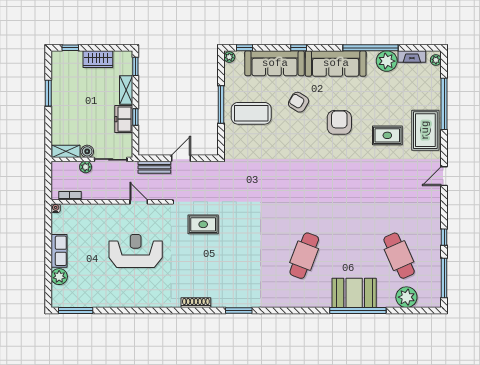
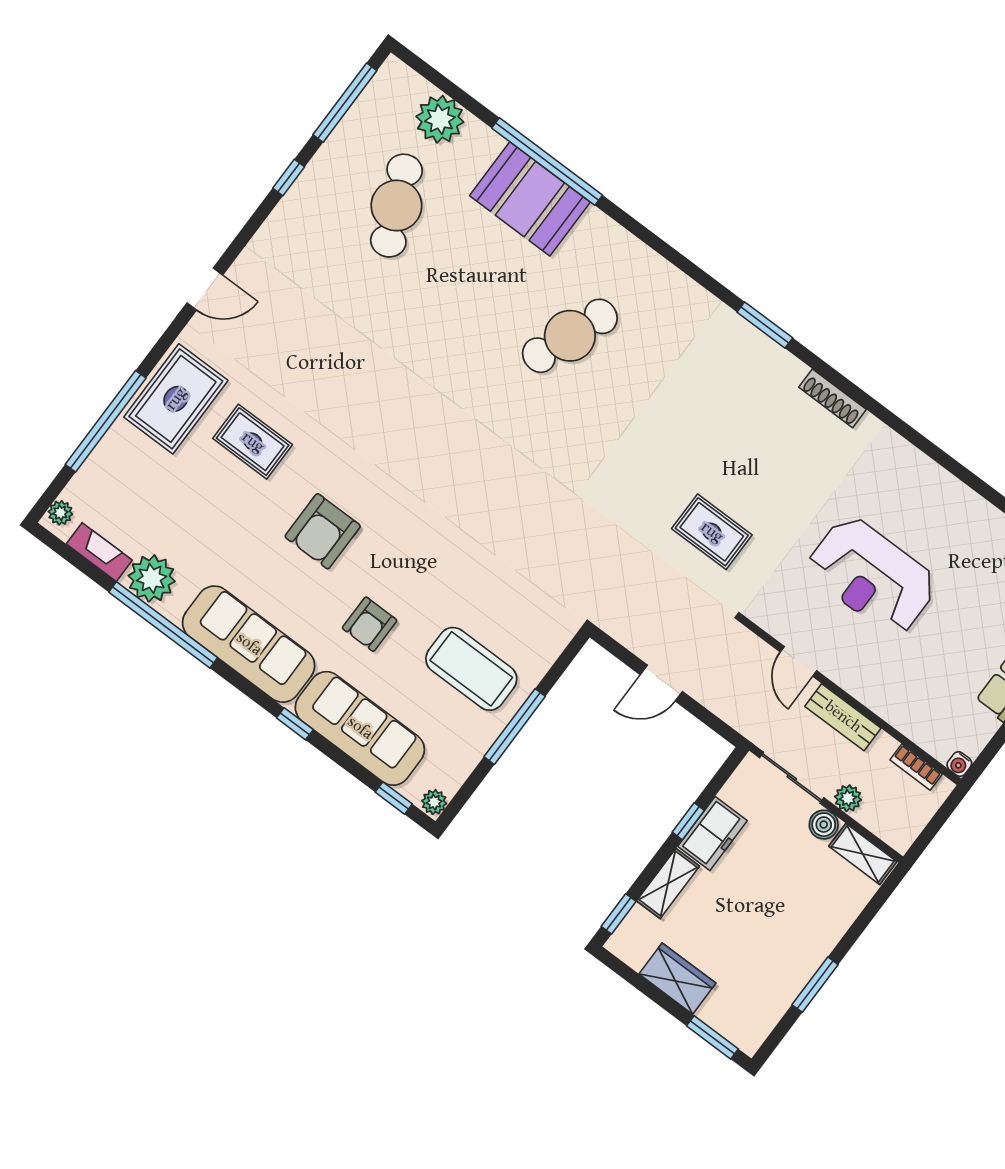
window: (70, 48) -> (712, 1037), width x1.50
armchair: (299, 102) -> (370, 624), turned 58
bench: (154, 167) -> (843, 717), moved

